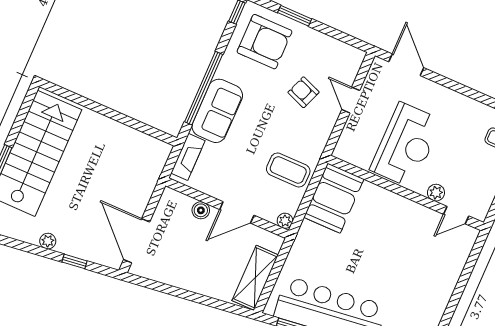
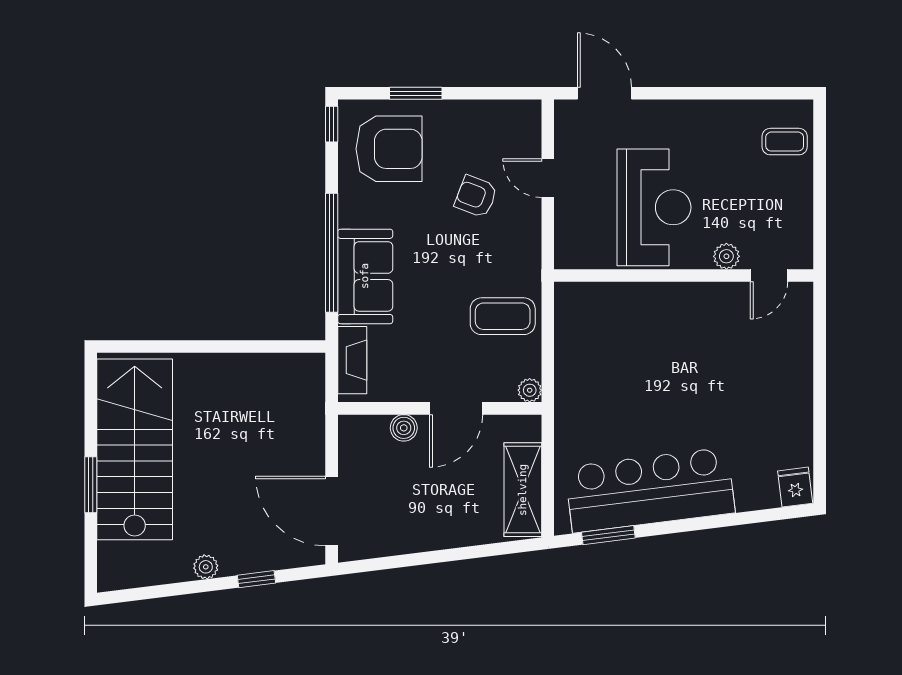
booth: (334, 198) -> (585, 328), removed

